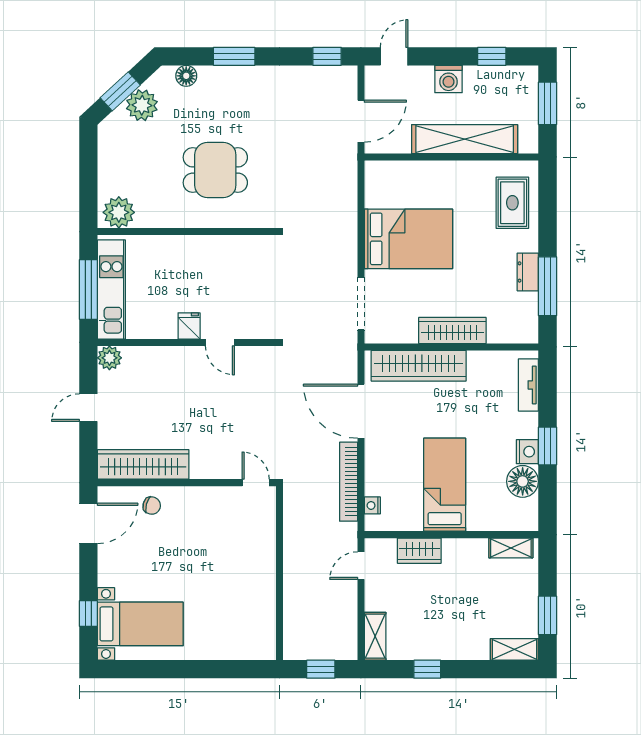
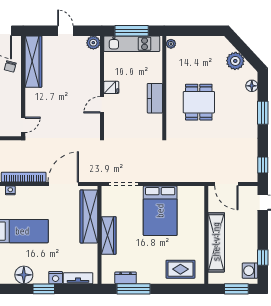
washing machine: (448, 79) -> (250, 271), moved
window: (120, 91) -> (243, 49), removed
plant: (119, 212) -> (171, 44), width x0.53, depth x0.53
kitchen counter: (208, 248) -> (155, 98), added
dresser: (528, 272) -> (126, 278), moved
nightstand: (527, 452) -> (56, 278), moved

